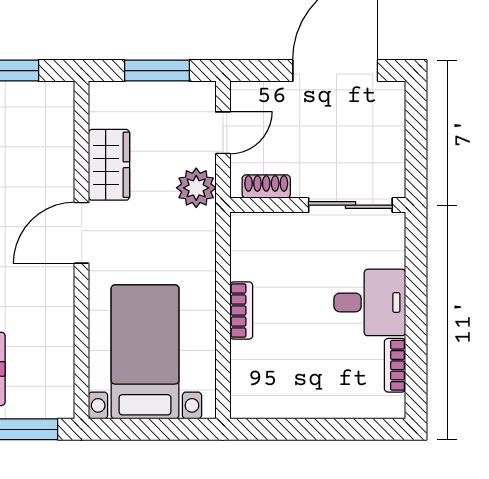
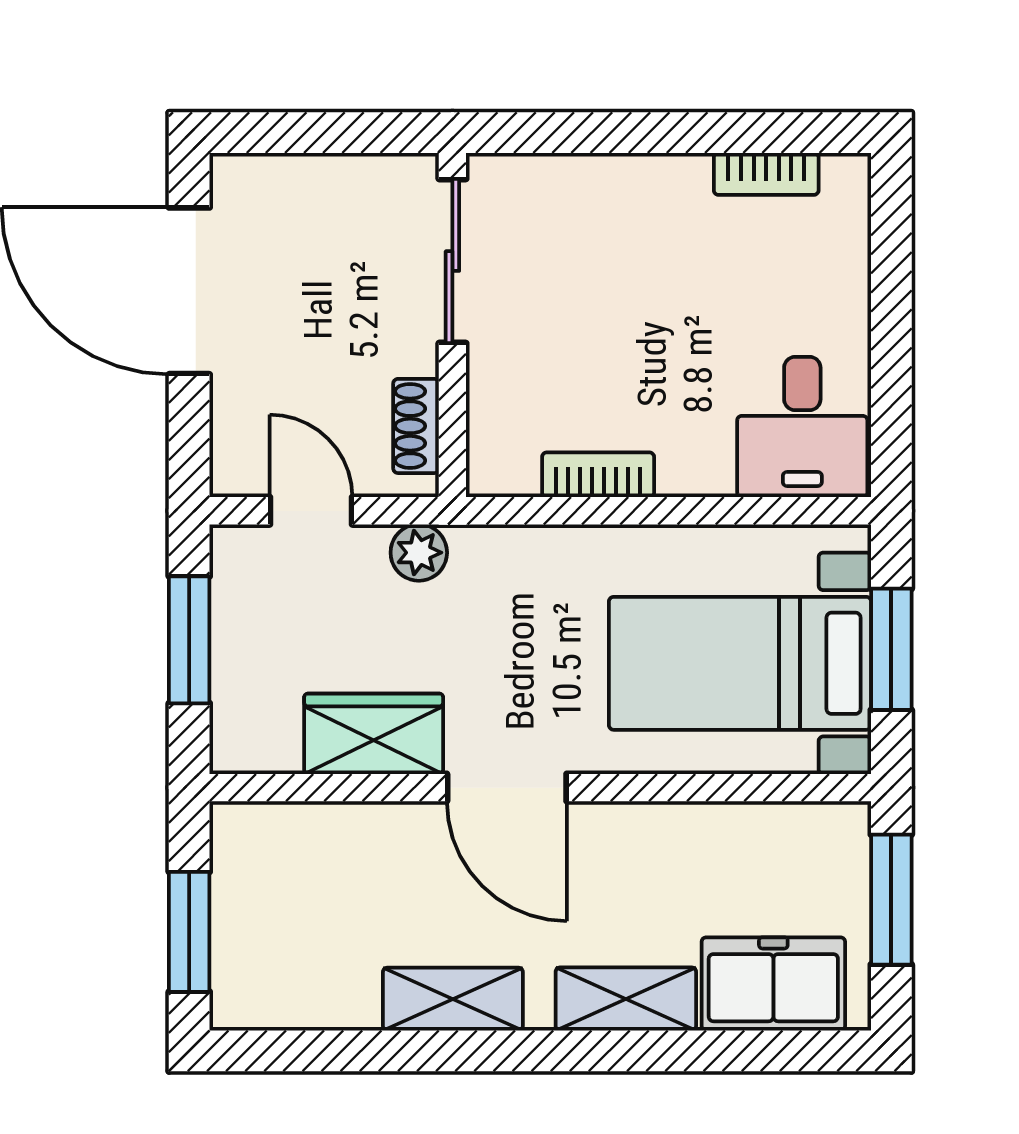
plant: (196, 188) -> (419, 553), width x0.73, depth x0.73
desk: (370, 302) -> (802, 427), moved, turned 180
bookcase: (241, 311) -> (598, 475), moved
window: (152, 429) -> (891, 649), added

